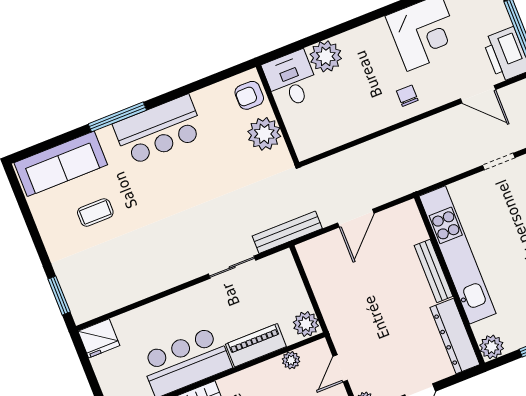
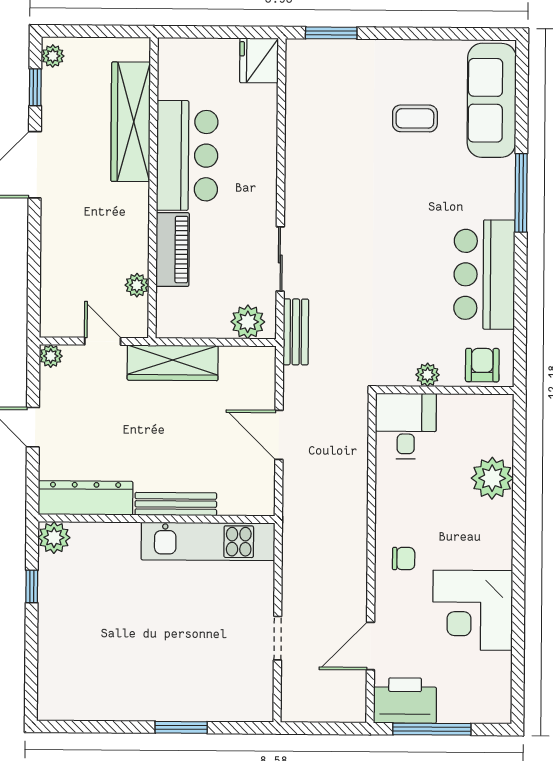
desk: (291, 80) -> (406, 426), moved, turned -90
bar counter: (159, 130) -> (484, 274), moved
plant: (264, 134) -> (428, 375), width x0.53, depth x0.53
coffee table: (95, 212) -> (415, 118), turned 90
bench: (287, 232) -> (296, 332), width x0.73
kitchen unit: (457, 255) -> (208, 541), width x0.73
wardrobe: (335, 313) -> (173, 363), added
plant: (306, 324) -> (248, 322), moved

